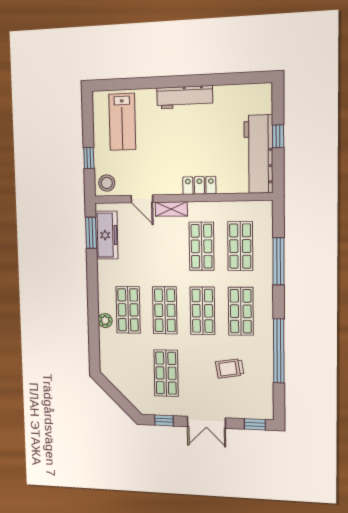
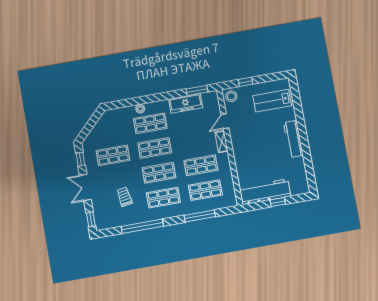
locker: (199, 185) -> (240, 157), removed
freezer: (107, 235) -> (186, 103), moved

